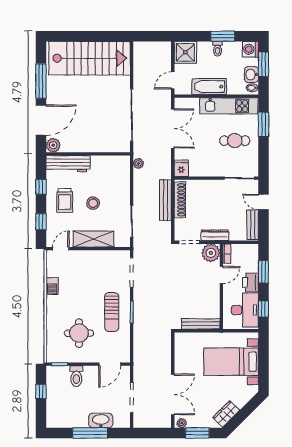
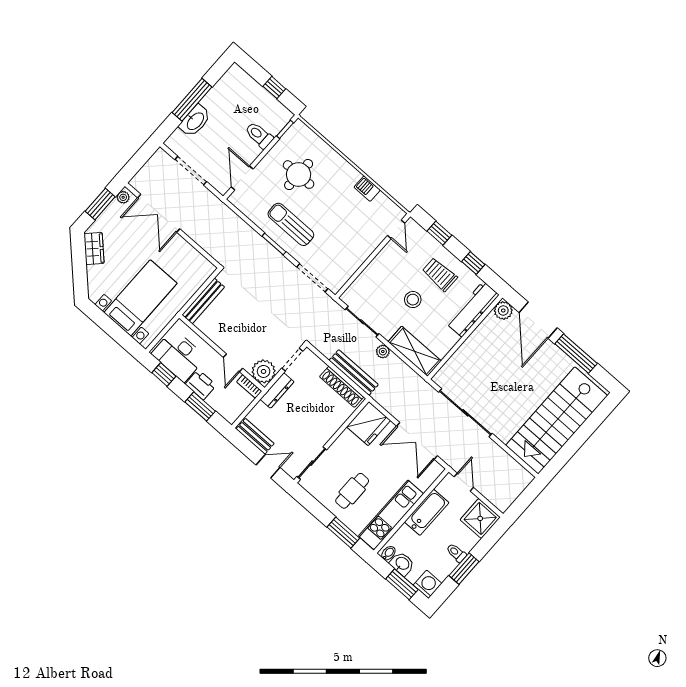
plant: (138, 163) -> (383, 352), moved
fridge: (181, 168) -> (369, 424), width x1.88, depth x1.34
shelving: (94, 239) -> (415, 351), moved, turned 90

